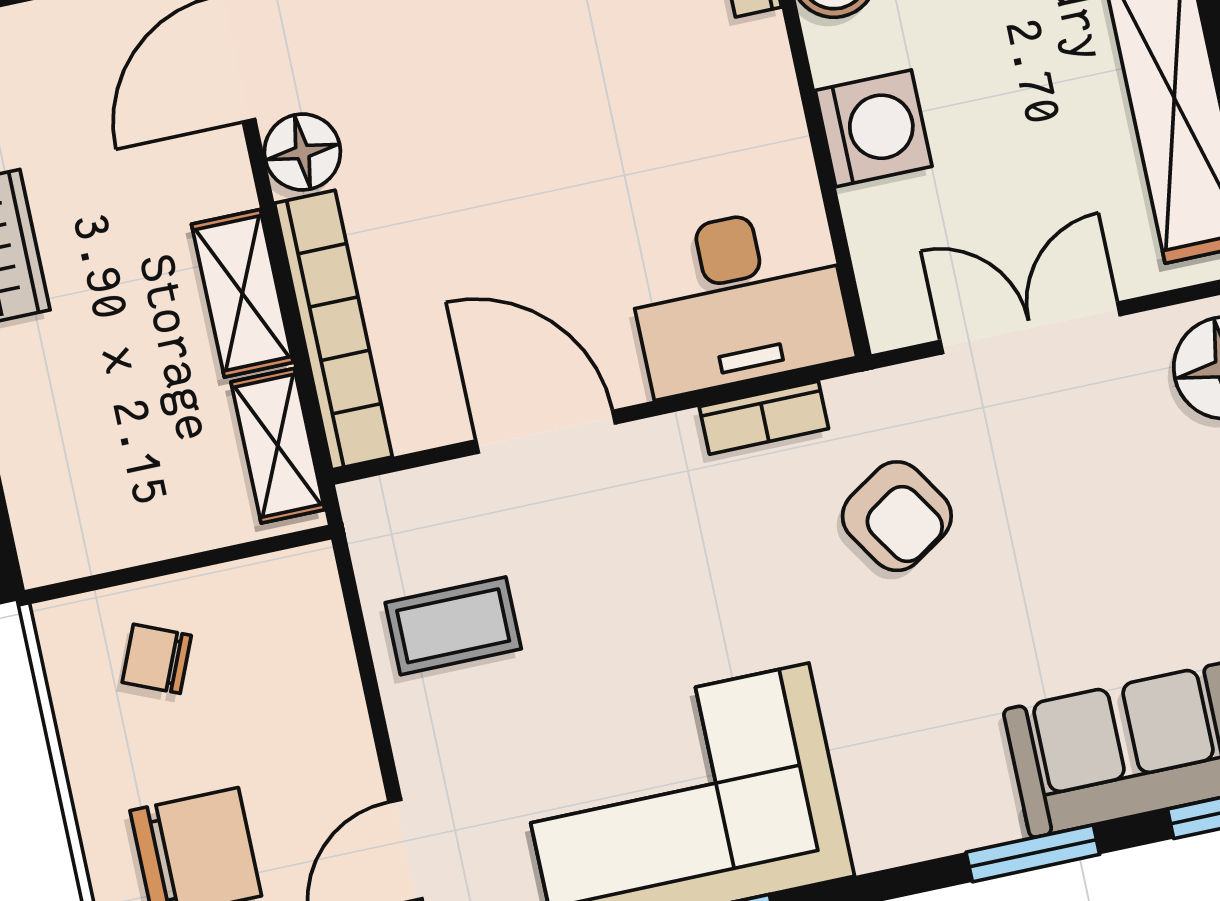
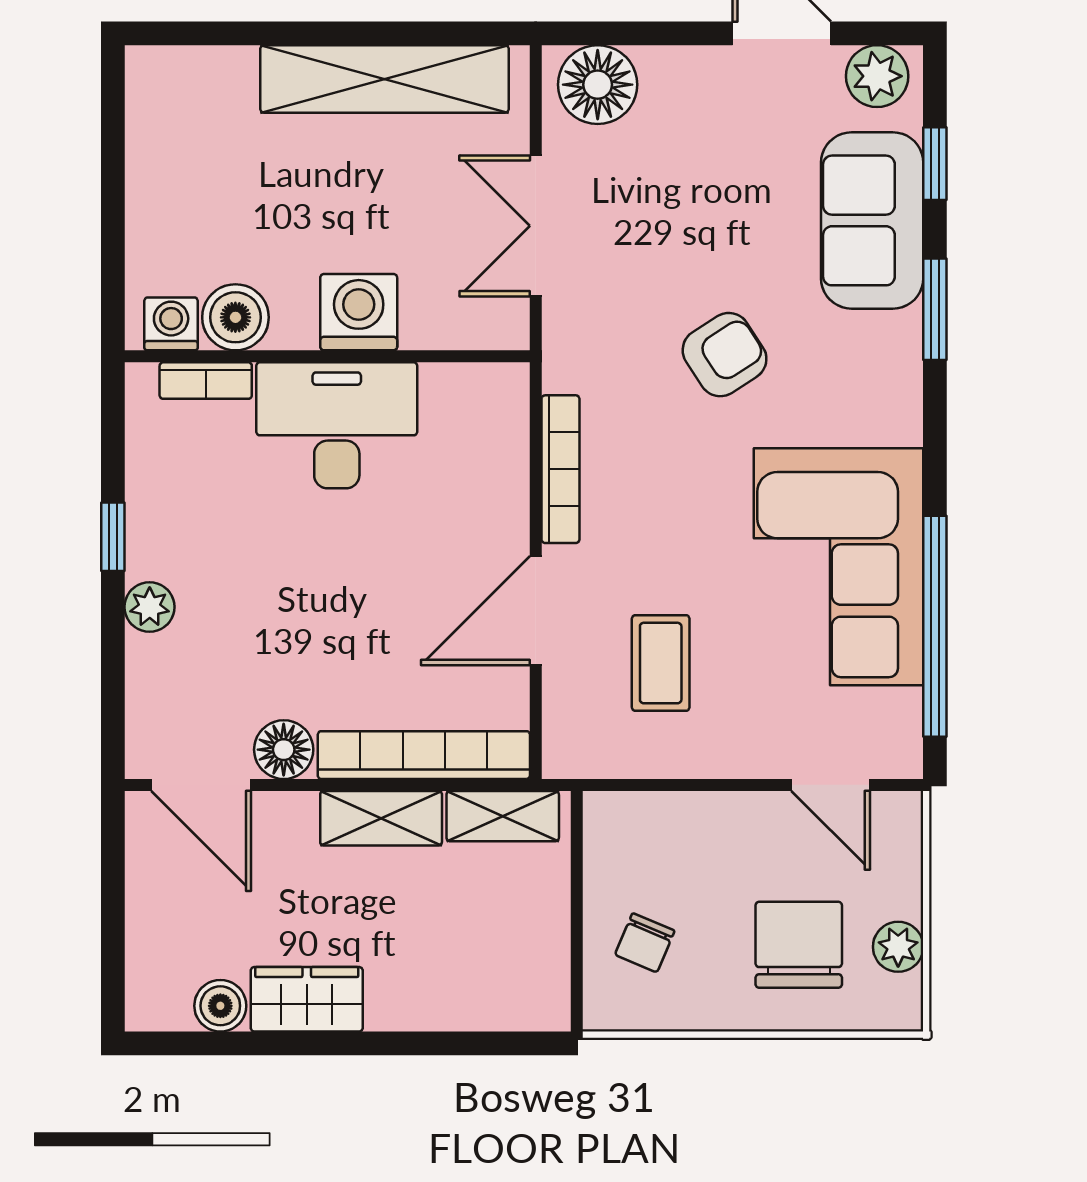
desk: (739, 300) -> (337, 425), moved, turned -90
bookcase: (764, 418) -> (560, 469), width x1.56
armchair: (897, 516) -> (725, 355), moved
coffee table: (453, 626) -> (661, 663), moved

